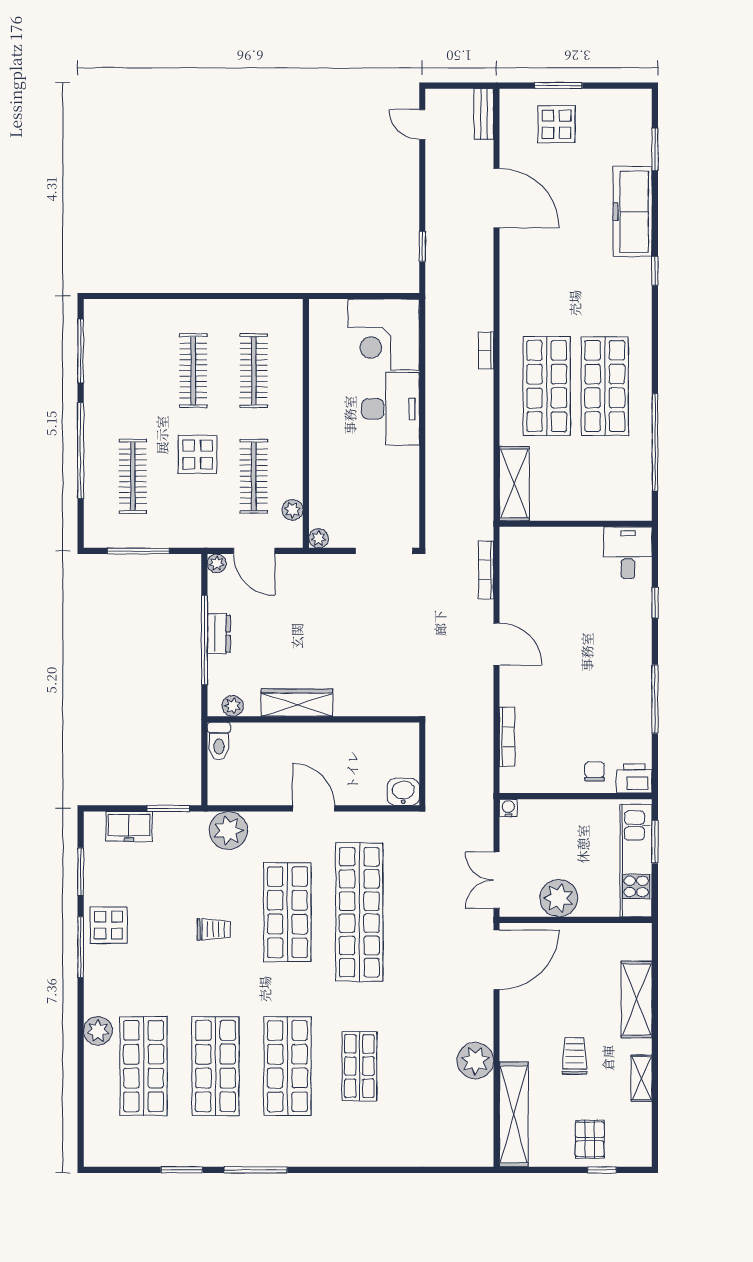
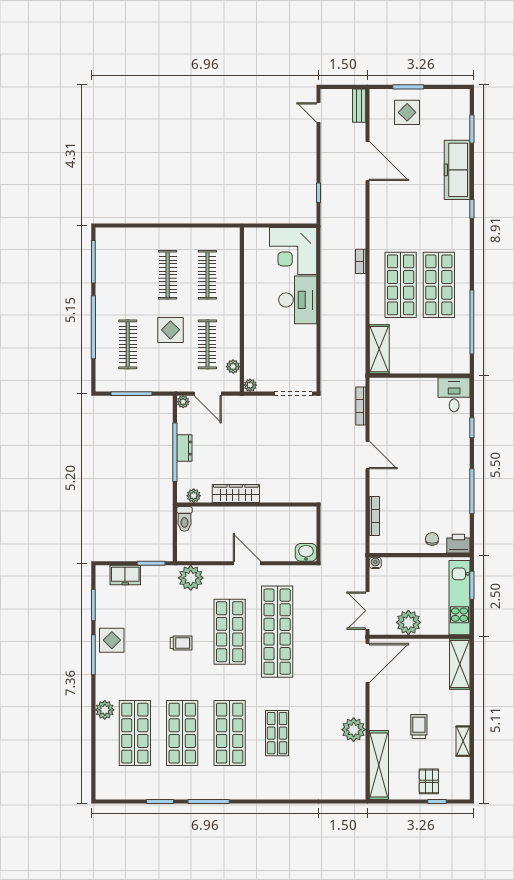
shelving: (637, 1000) -> (460, 664), moved

